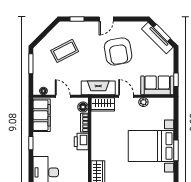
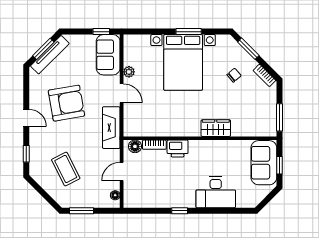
door: (126, 96) -> (122, 93), swing flipped
wardrobe: (103, 104) -> (132, 122), removed
filing cabinet: (42, 115) -> (145, 197), removed

